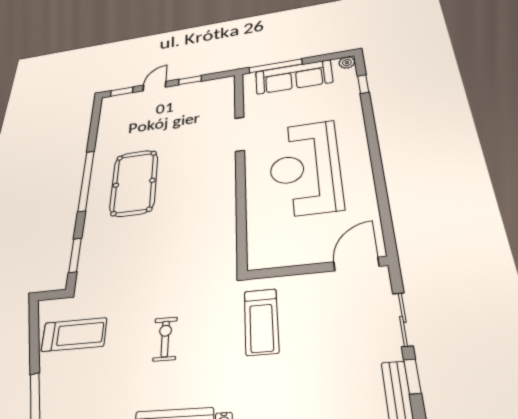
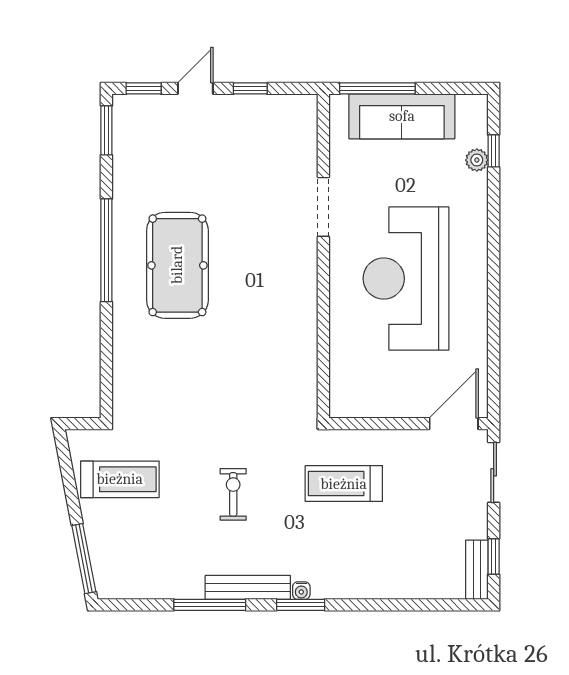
plant: (347, 63) -> (477, 160), moved
window: (75, 255) -> (106, 130), moved
sliding door: (403, 319) -> (494, 472), moved
treadmill: (261, 322) -> (344, 484), turned 90

